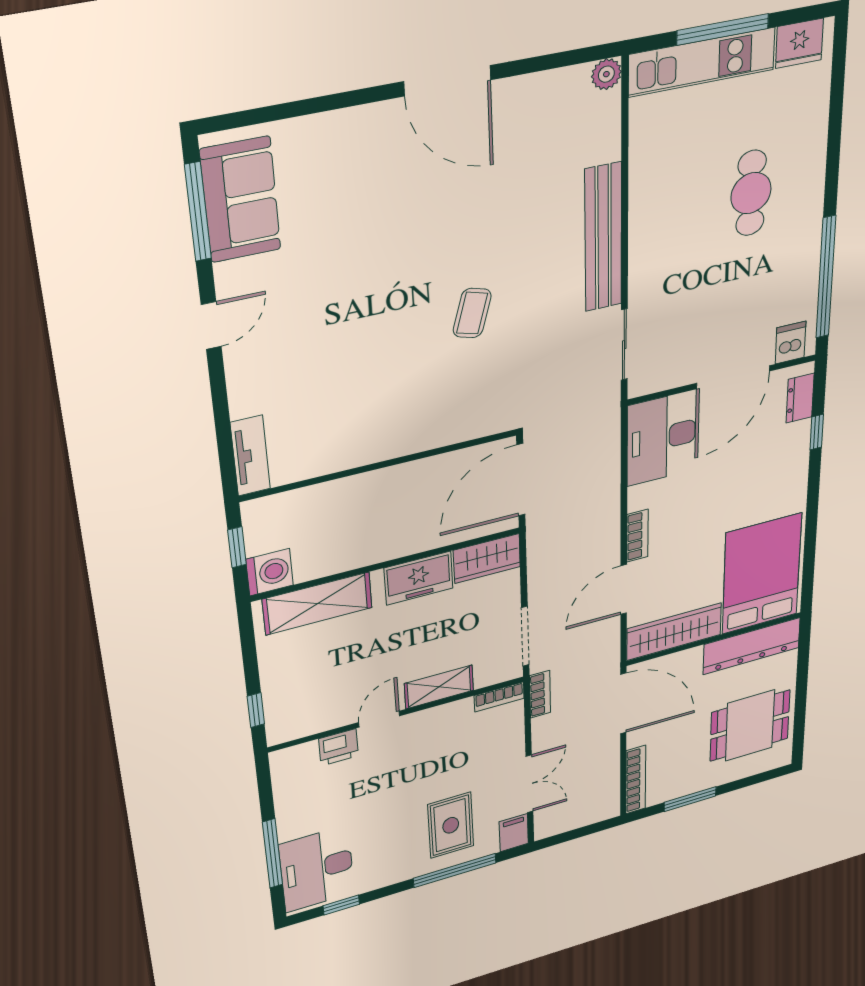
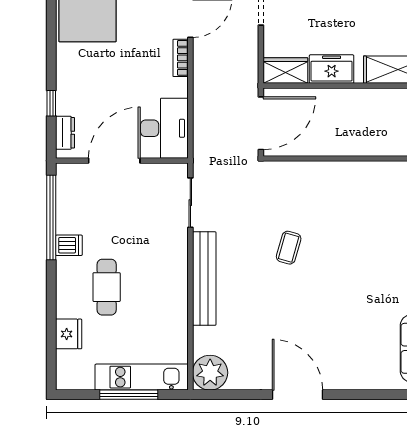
fridge: (799, 43) -> (69, 334), moved, turned 90
plant: (606, 74) -> (210, 373), width x1.88, depth x1.88
dishwasher: (791, 343) -> (69, 245), moved, turned -90

